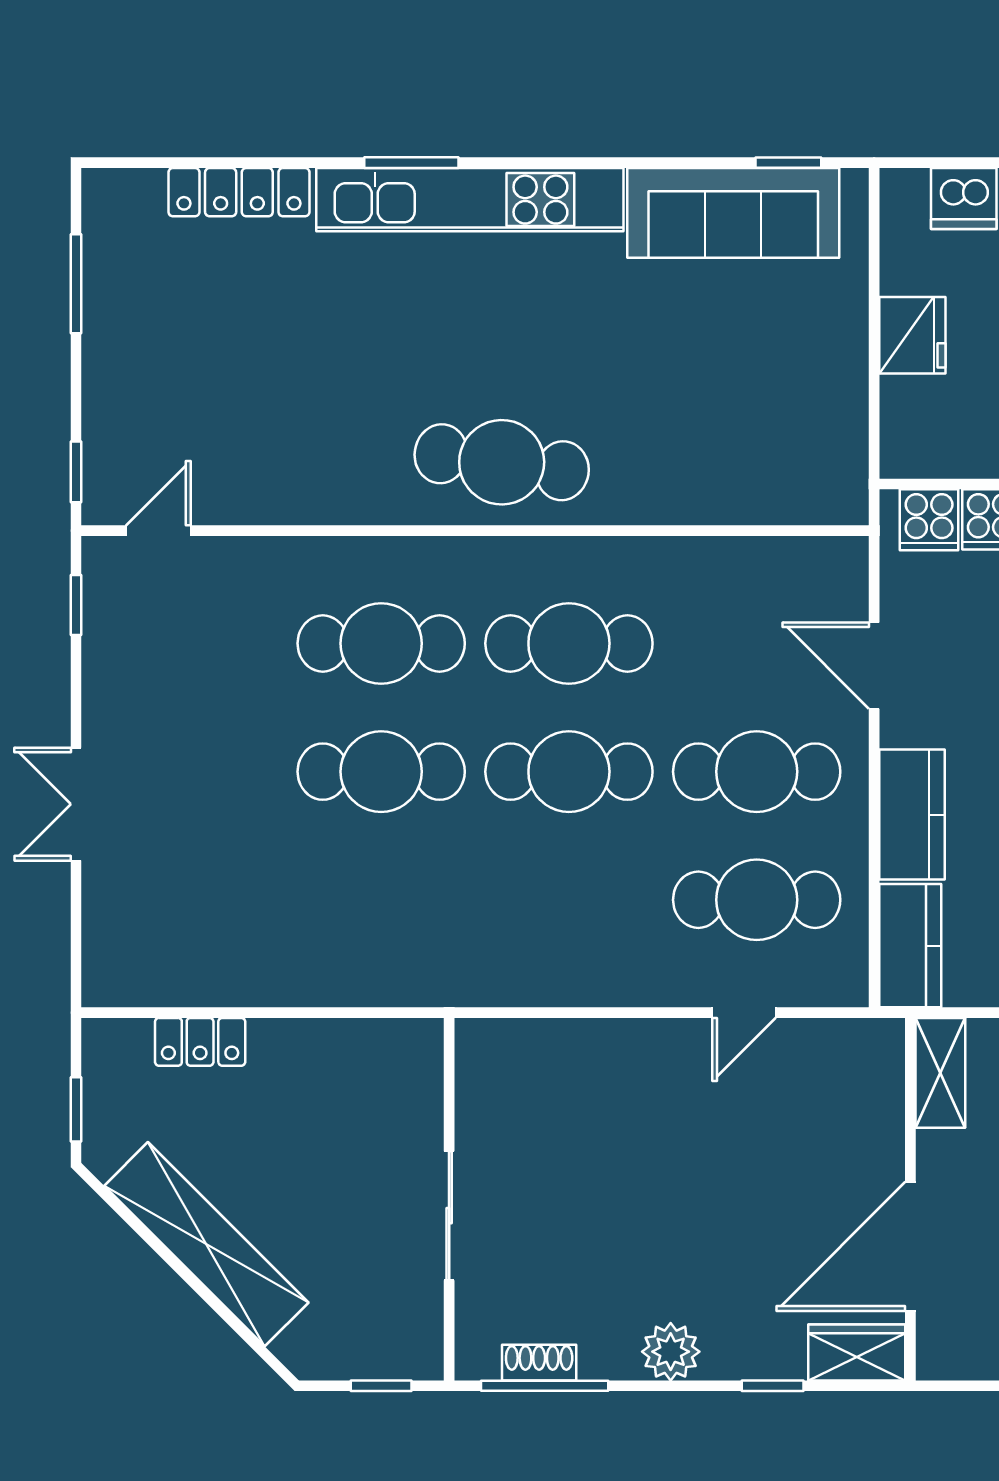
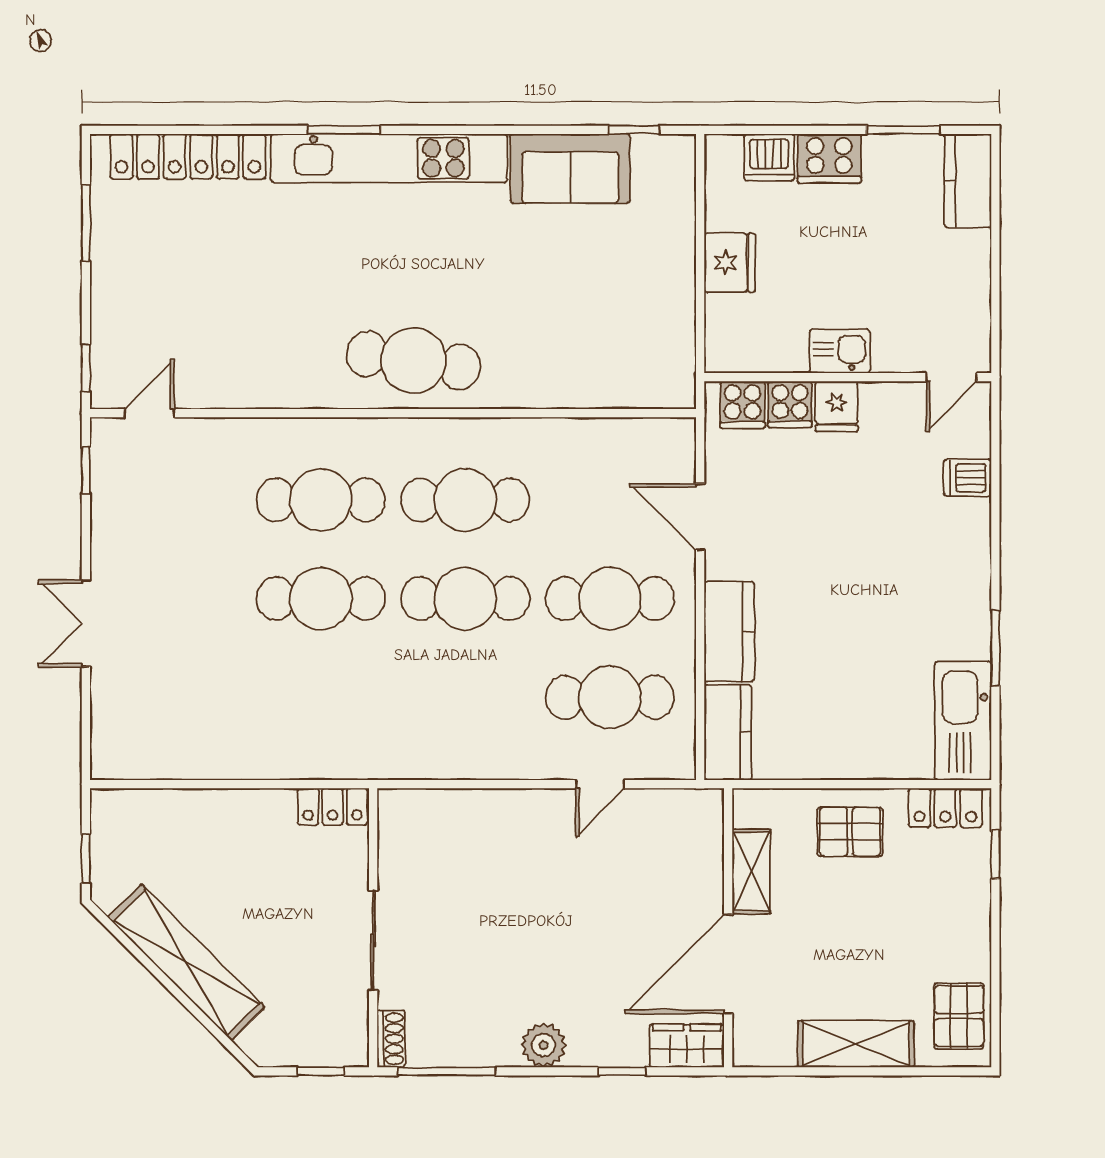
locker: (239, 192) -> (188, 156), width x1.41, depth x1.21
sofa: (733, 213) -> (570, 168), width x0.73
locker: (200, 1042) -> (332, 807), moved
shelving: (940, 1073) -> (751, 871), moved
shoe rack: (539, 1363) -> (391, 1039), moved, turned 90

